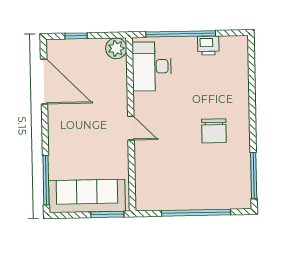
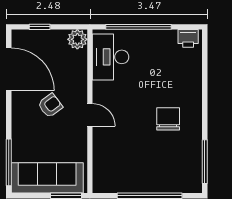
printer: (208, 46) -> (188, 38), moved
armchair: (89, 119) -> (50, 105), added
chair: (214, 131) -> (168, 119), turned 180

